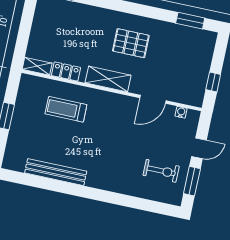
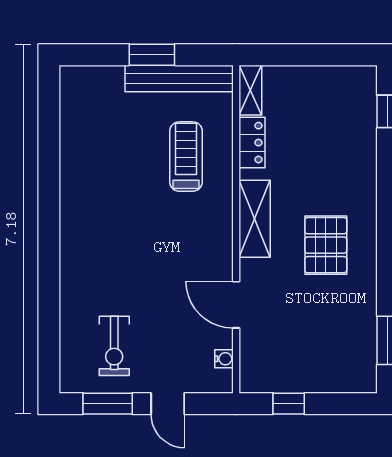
bench: (56, 172) -> (179, 78), moved, turned 90

